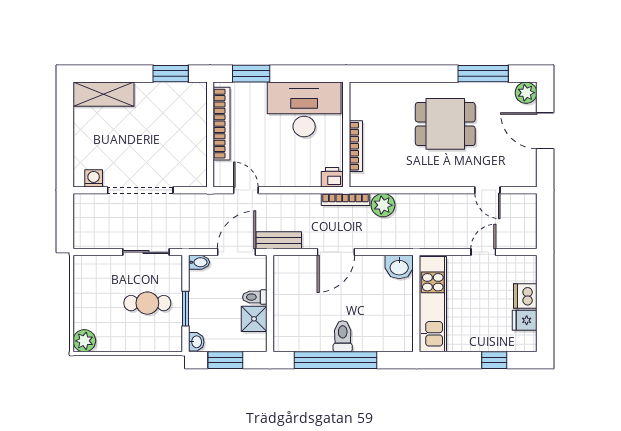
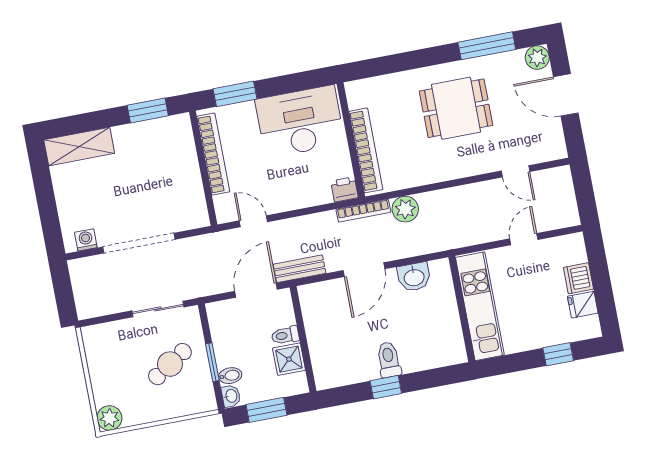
bookcase: (356, 146) -> (366, 150), width x1.48, depth x1.31
bidet: (199, 262) -> (230, 376), moved
washbasin: (399, 267) -> (414, 277), moved
cafe table: (147, 303) -> (170, 364), turned -33
window: (335, 360) -> (386, 387), width x0.32

